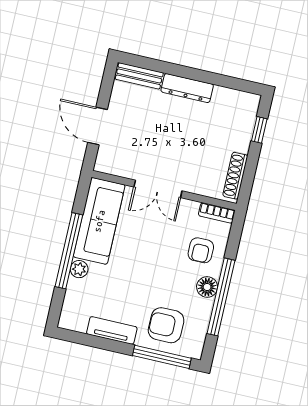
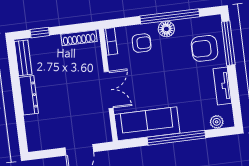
bench: (139, 76) -> (23, 58), moved
plant: (79, 269) -> (217, 122), moved
armchair: (166, 325) -> (204, 48), turned 90

